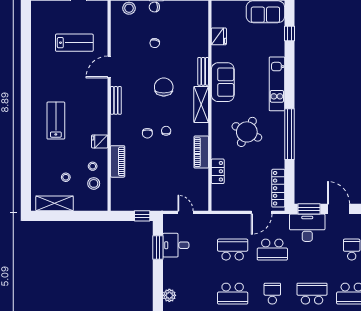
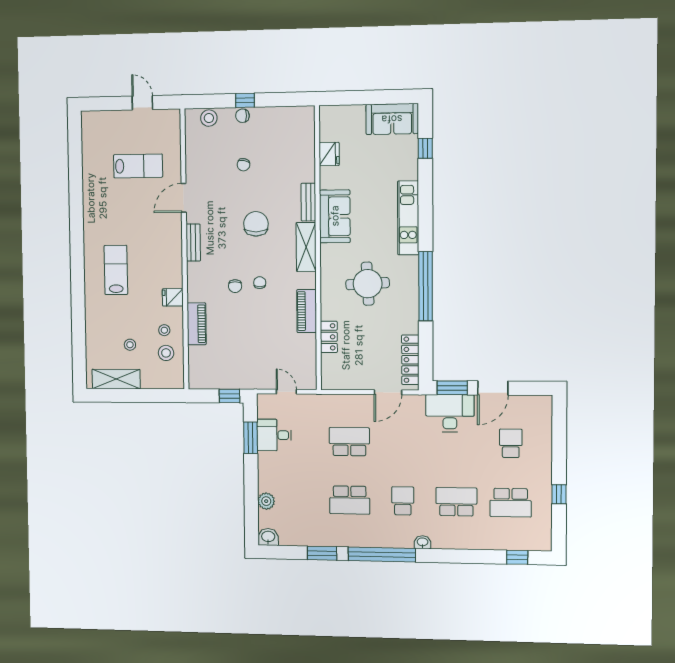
round table: (247, 132) -> (368, 284), turned -30
door: (339, 209) -> (493, 388), swing flipped
school desk: (272, 250) -> (403, 442), removed

